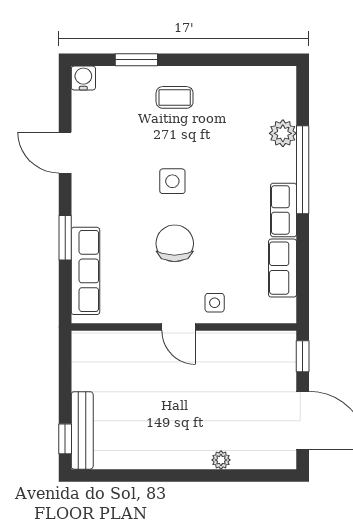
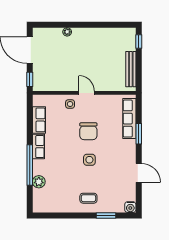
bench: (82, 430) -> (131, 69), moved

